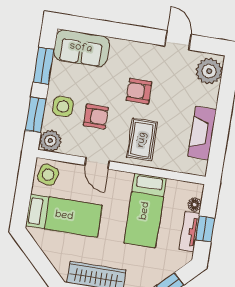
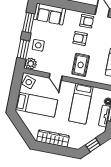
armchair: (96, 116) -> (87, 21), moved

